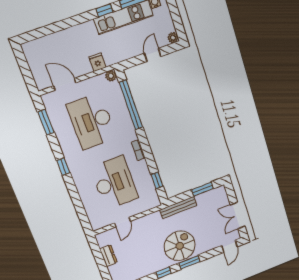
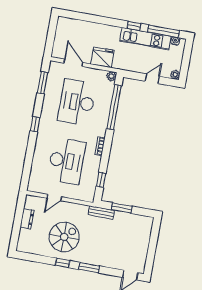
fridge: (97, 62) -> (103, 57), width x1.88, depth x1.34
window: (202, 189) -> (122, 208), moved
bench: (178, 207) -> (101, 213), width x0.73
double door: (238, 216) -> (151, 252), removed
spiral stairs: (180, 246) -> (64, 237), moved

